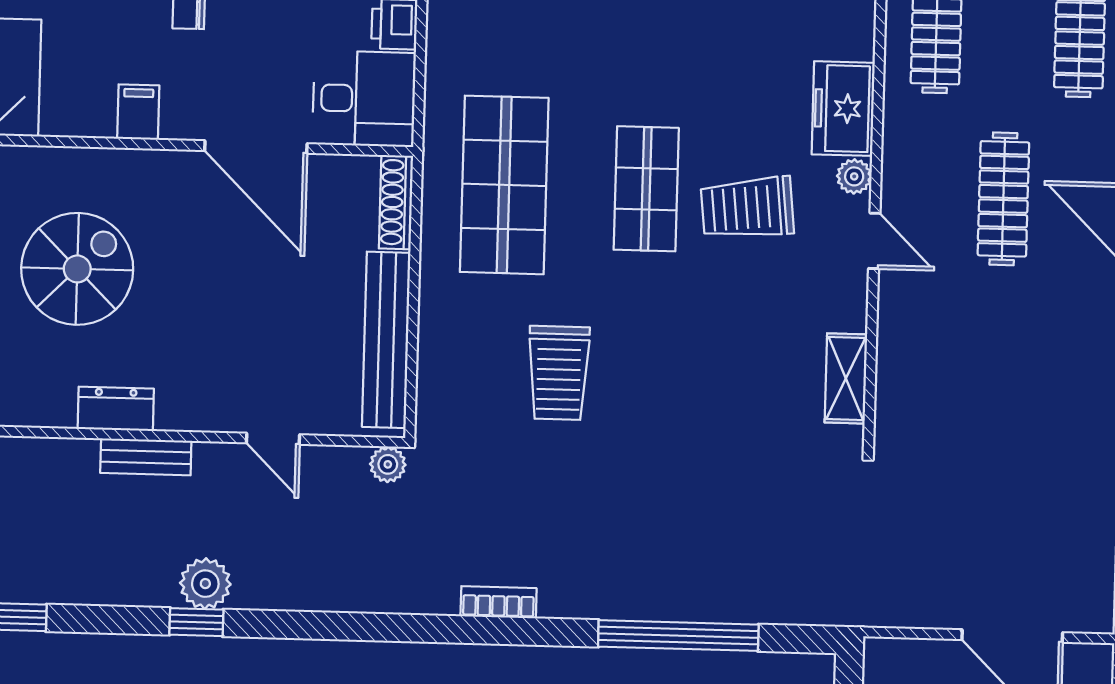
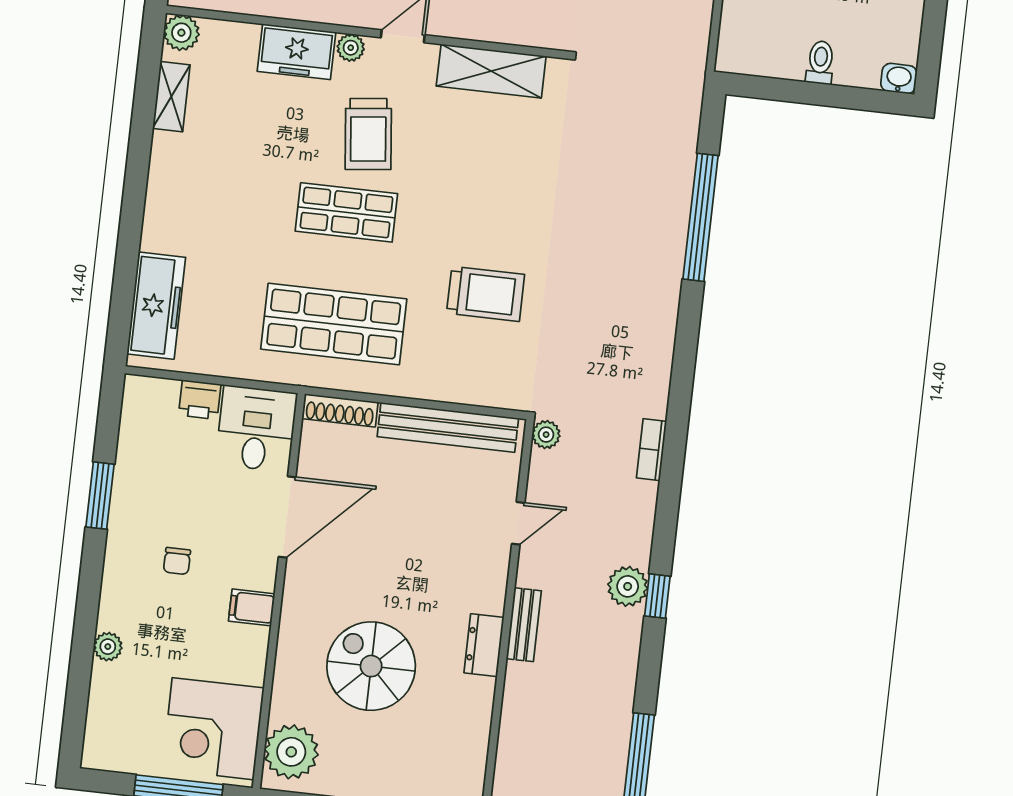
shelving: (846, 378) -> (491, 71), width x1.50, depth x1.33
bookcase: (499, 602) -> (652, 450), moved

